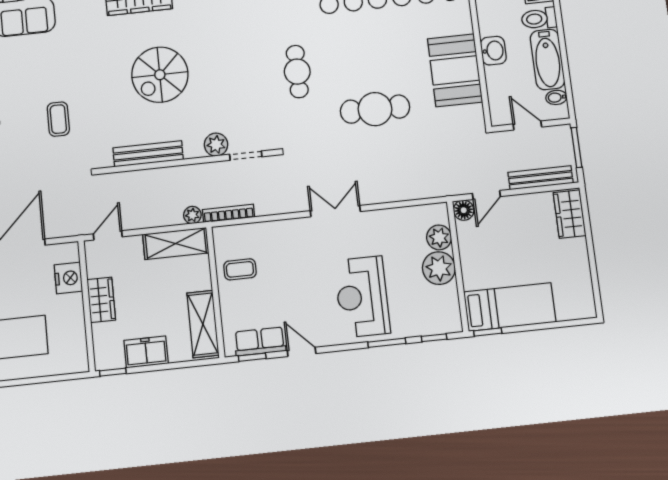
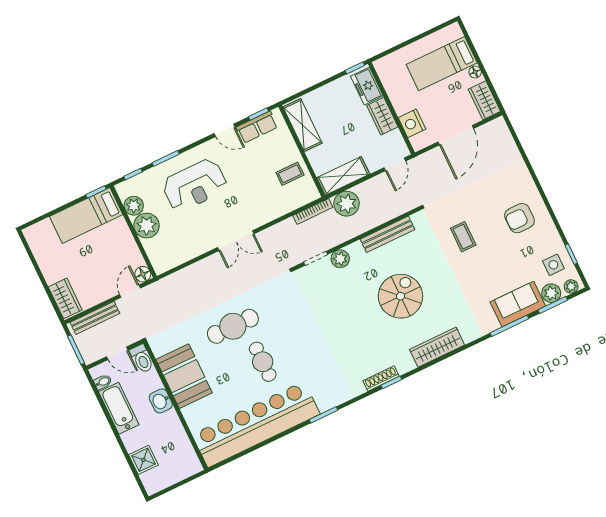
toilet: (539, 19) -> (142, 359), moved, turned 90
cafe table: (297, 72) -> (263, 362), moved
plant: (192, 215) -> (347, 204), width x1.87, depth x1.87
plant: (439, 237) -> (134, 206), moved
reception desk: (362, 297) -> (195, 185), turned 90
freezer: (146, 352) -> (367, 86), moved, turned 90

